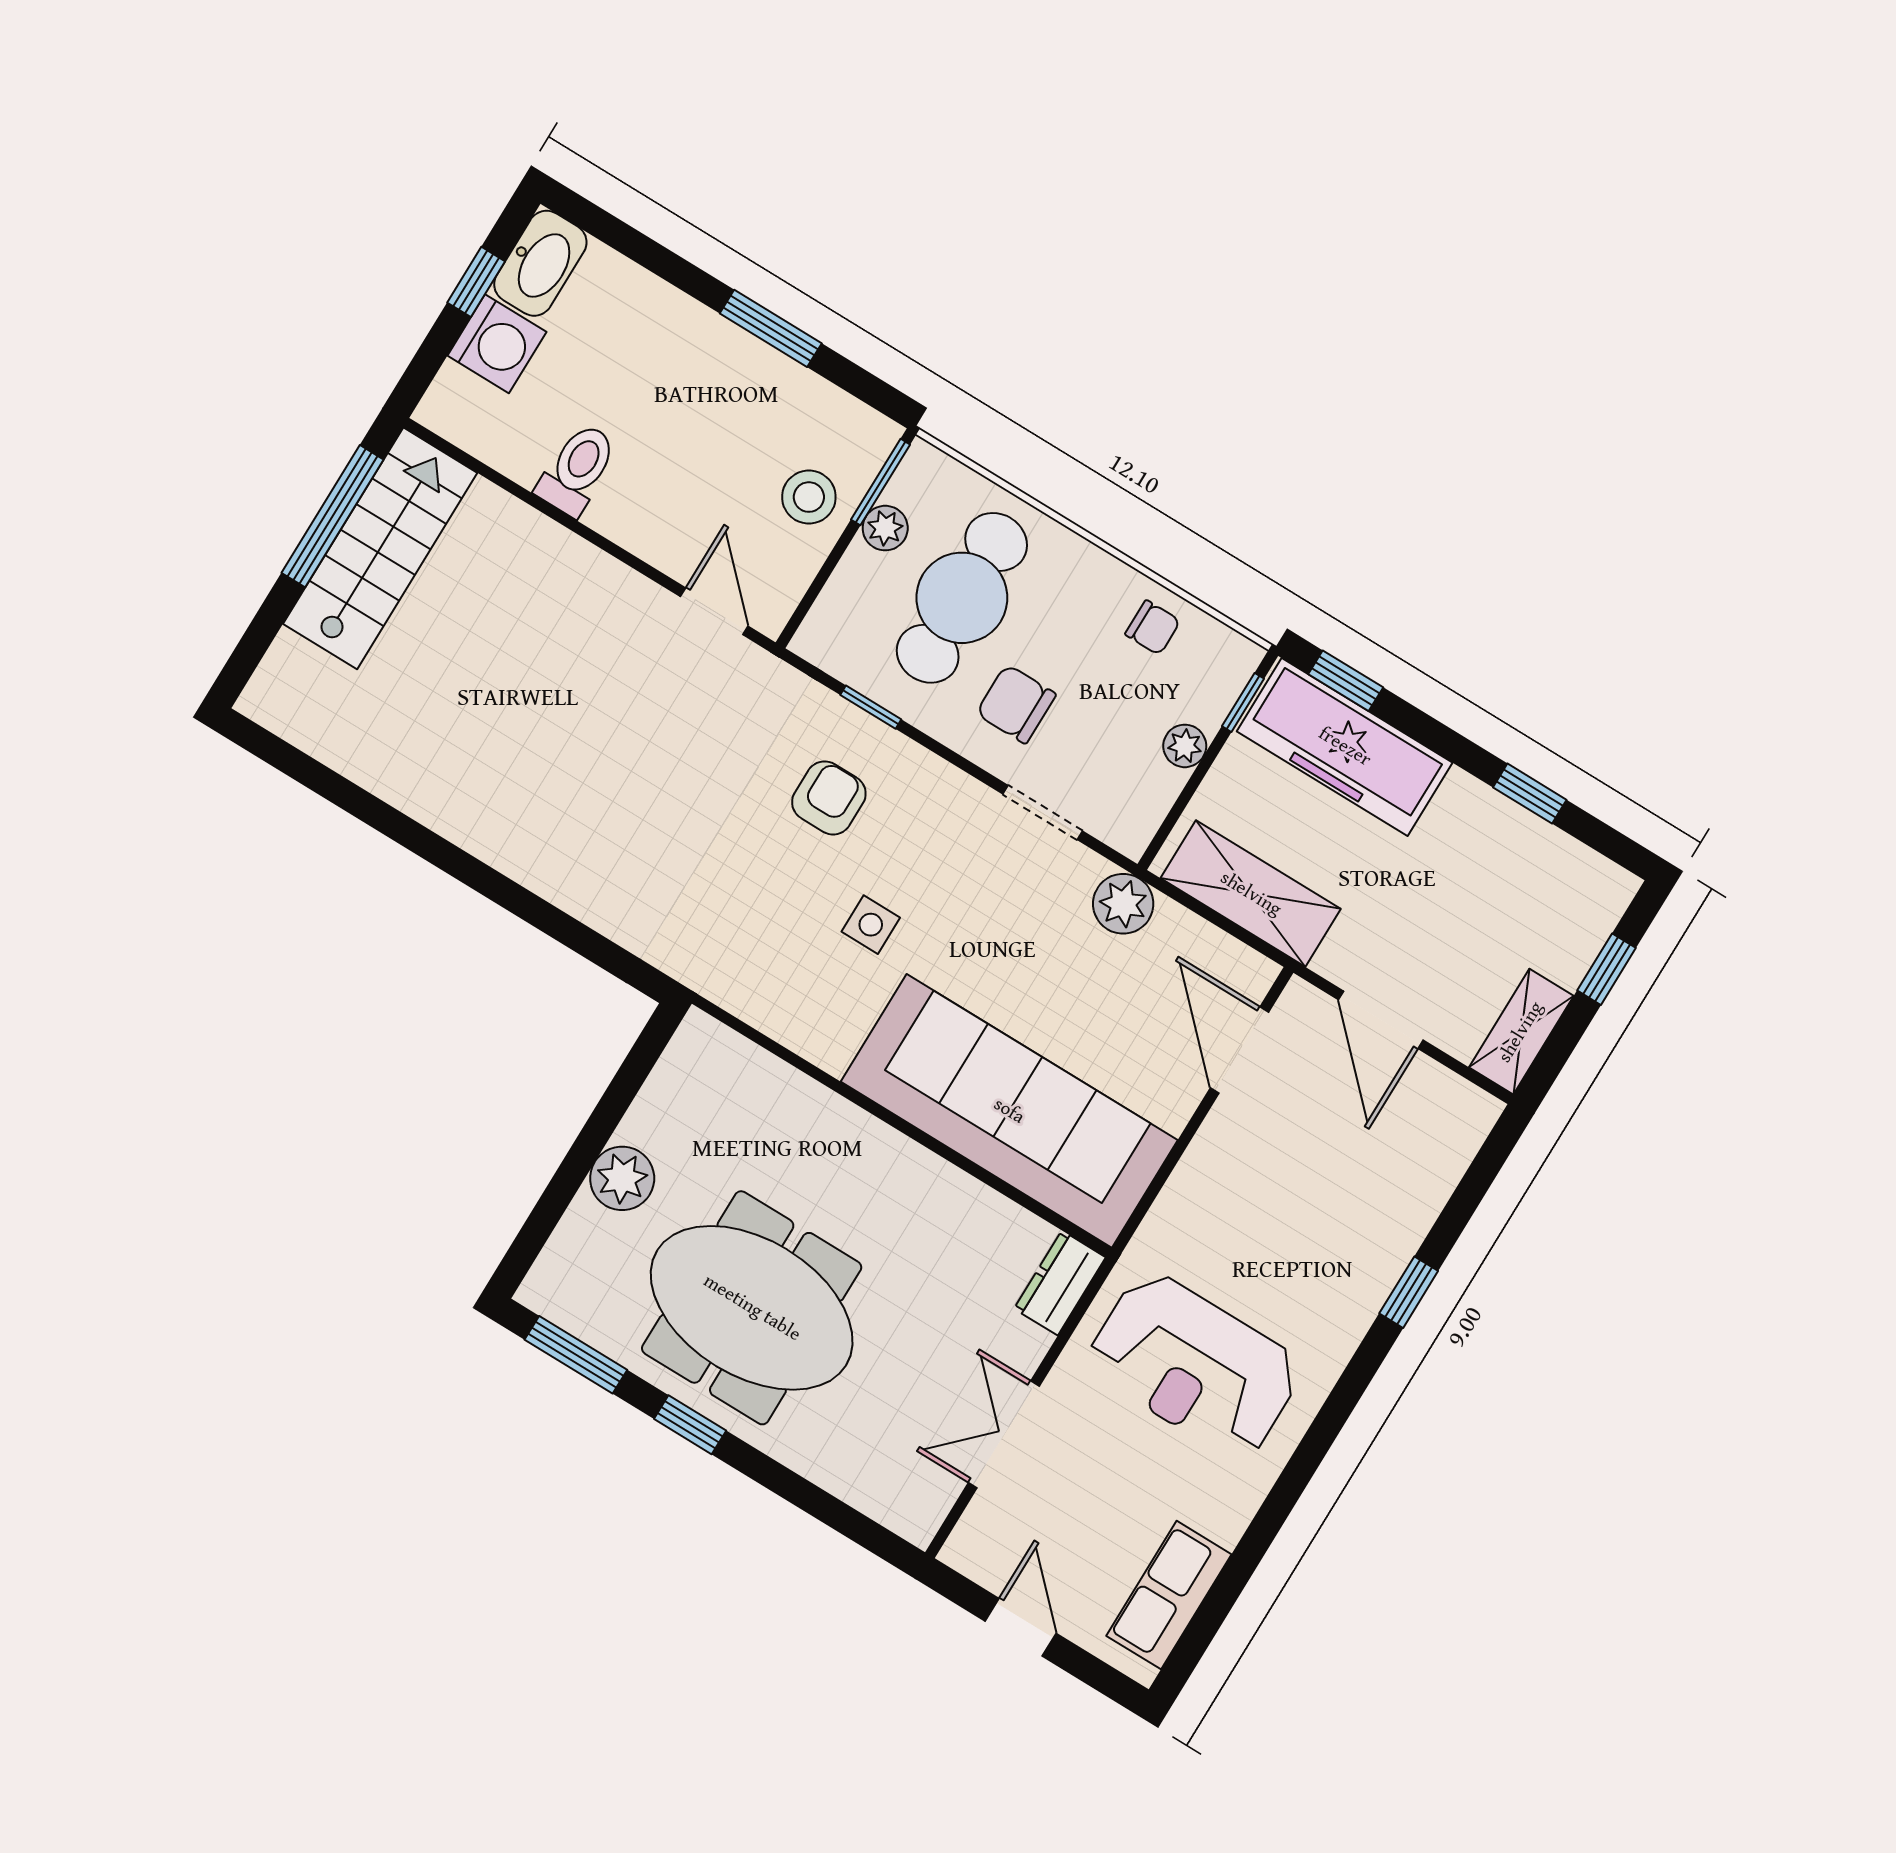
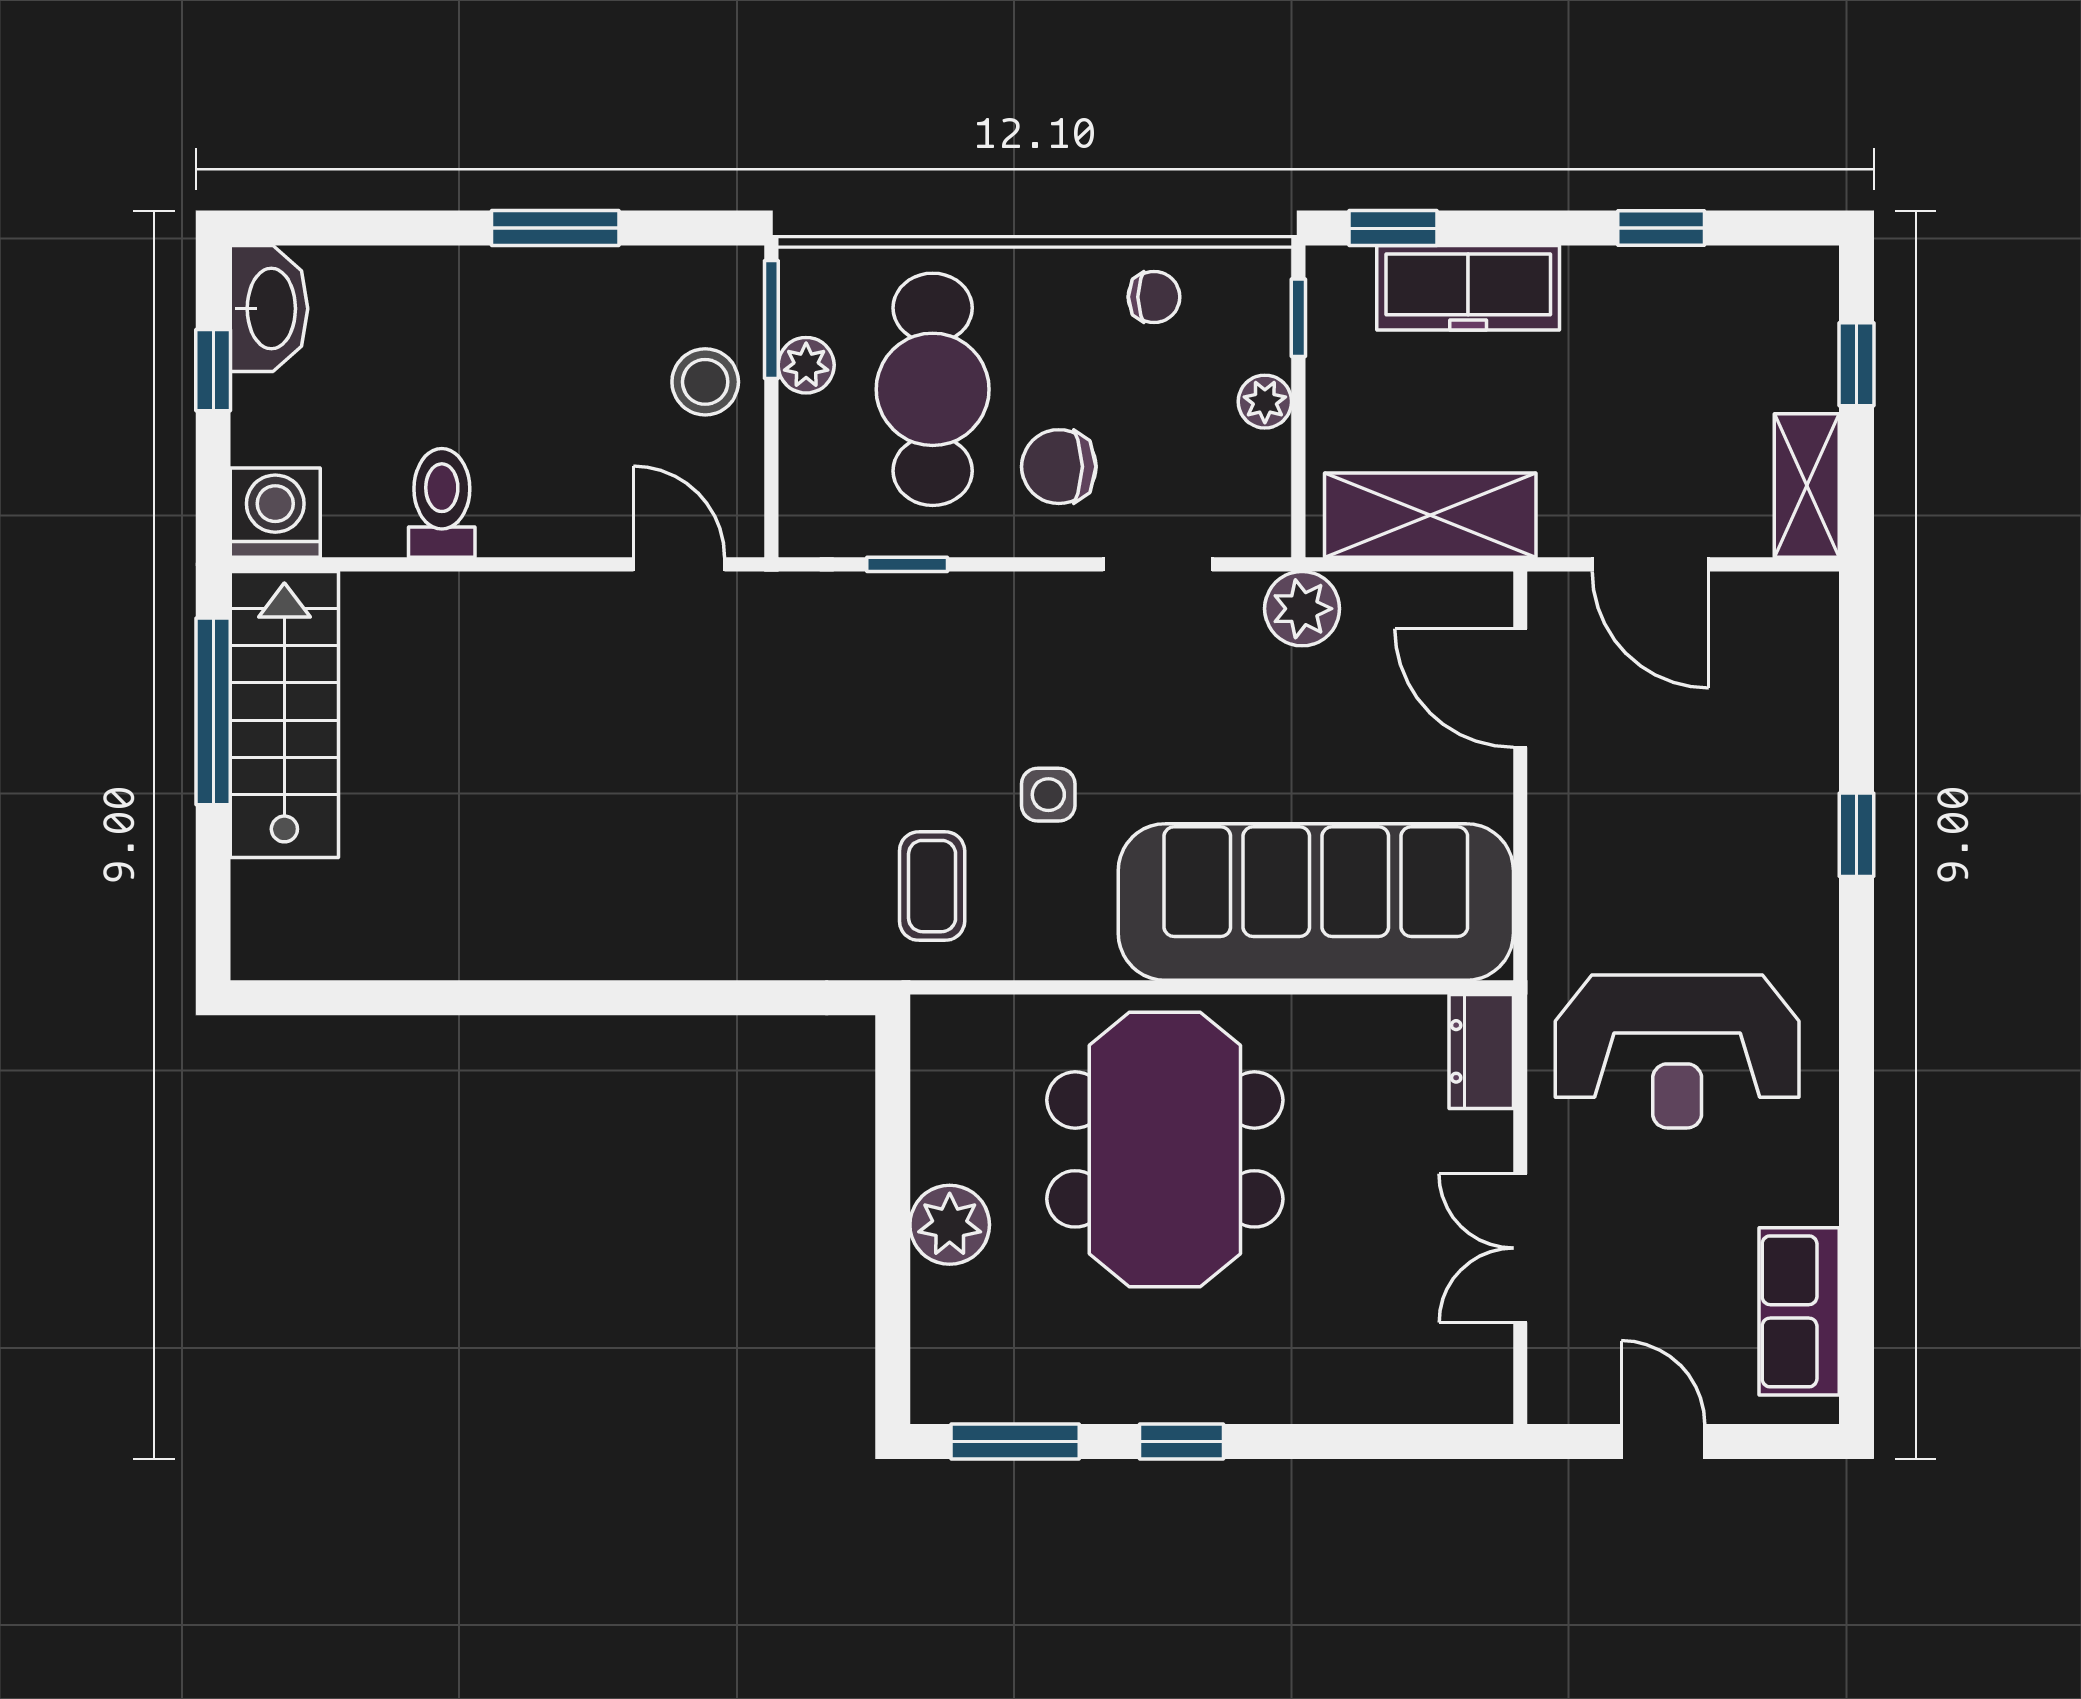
washing machine: (497, 344) -> (275, 513), moved, turned -90
freezer: (1345, 747) -> (1468, 288), width x0.73, depth x0.79
armchair: (829, 798) -> (922, 688), removed
coffee table: (753, 938) -> (932, 886), added
meeting table: (752, 1308) -> (1165, 1149), moved, turned 90

